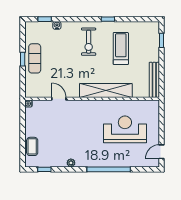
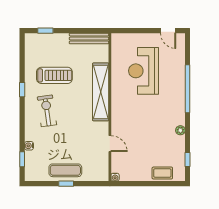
exercise bike: (89, 42) -> (47, 111), turned -98
treadmill: (121, 48) -> (54, 75), turned 180
door: (59, 99) -> (110, 144), swing flipped

